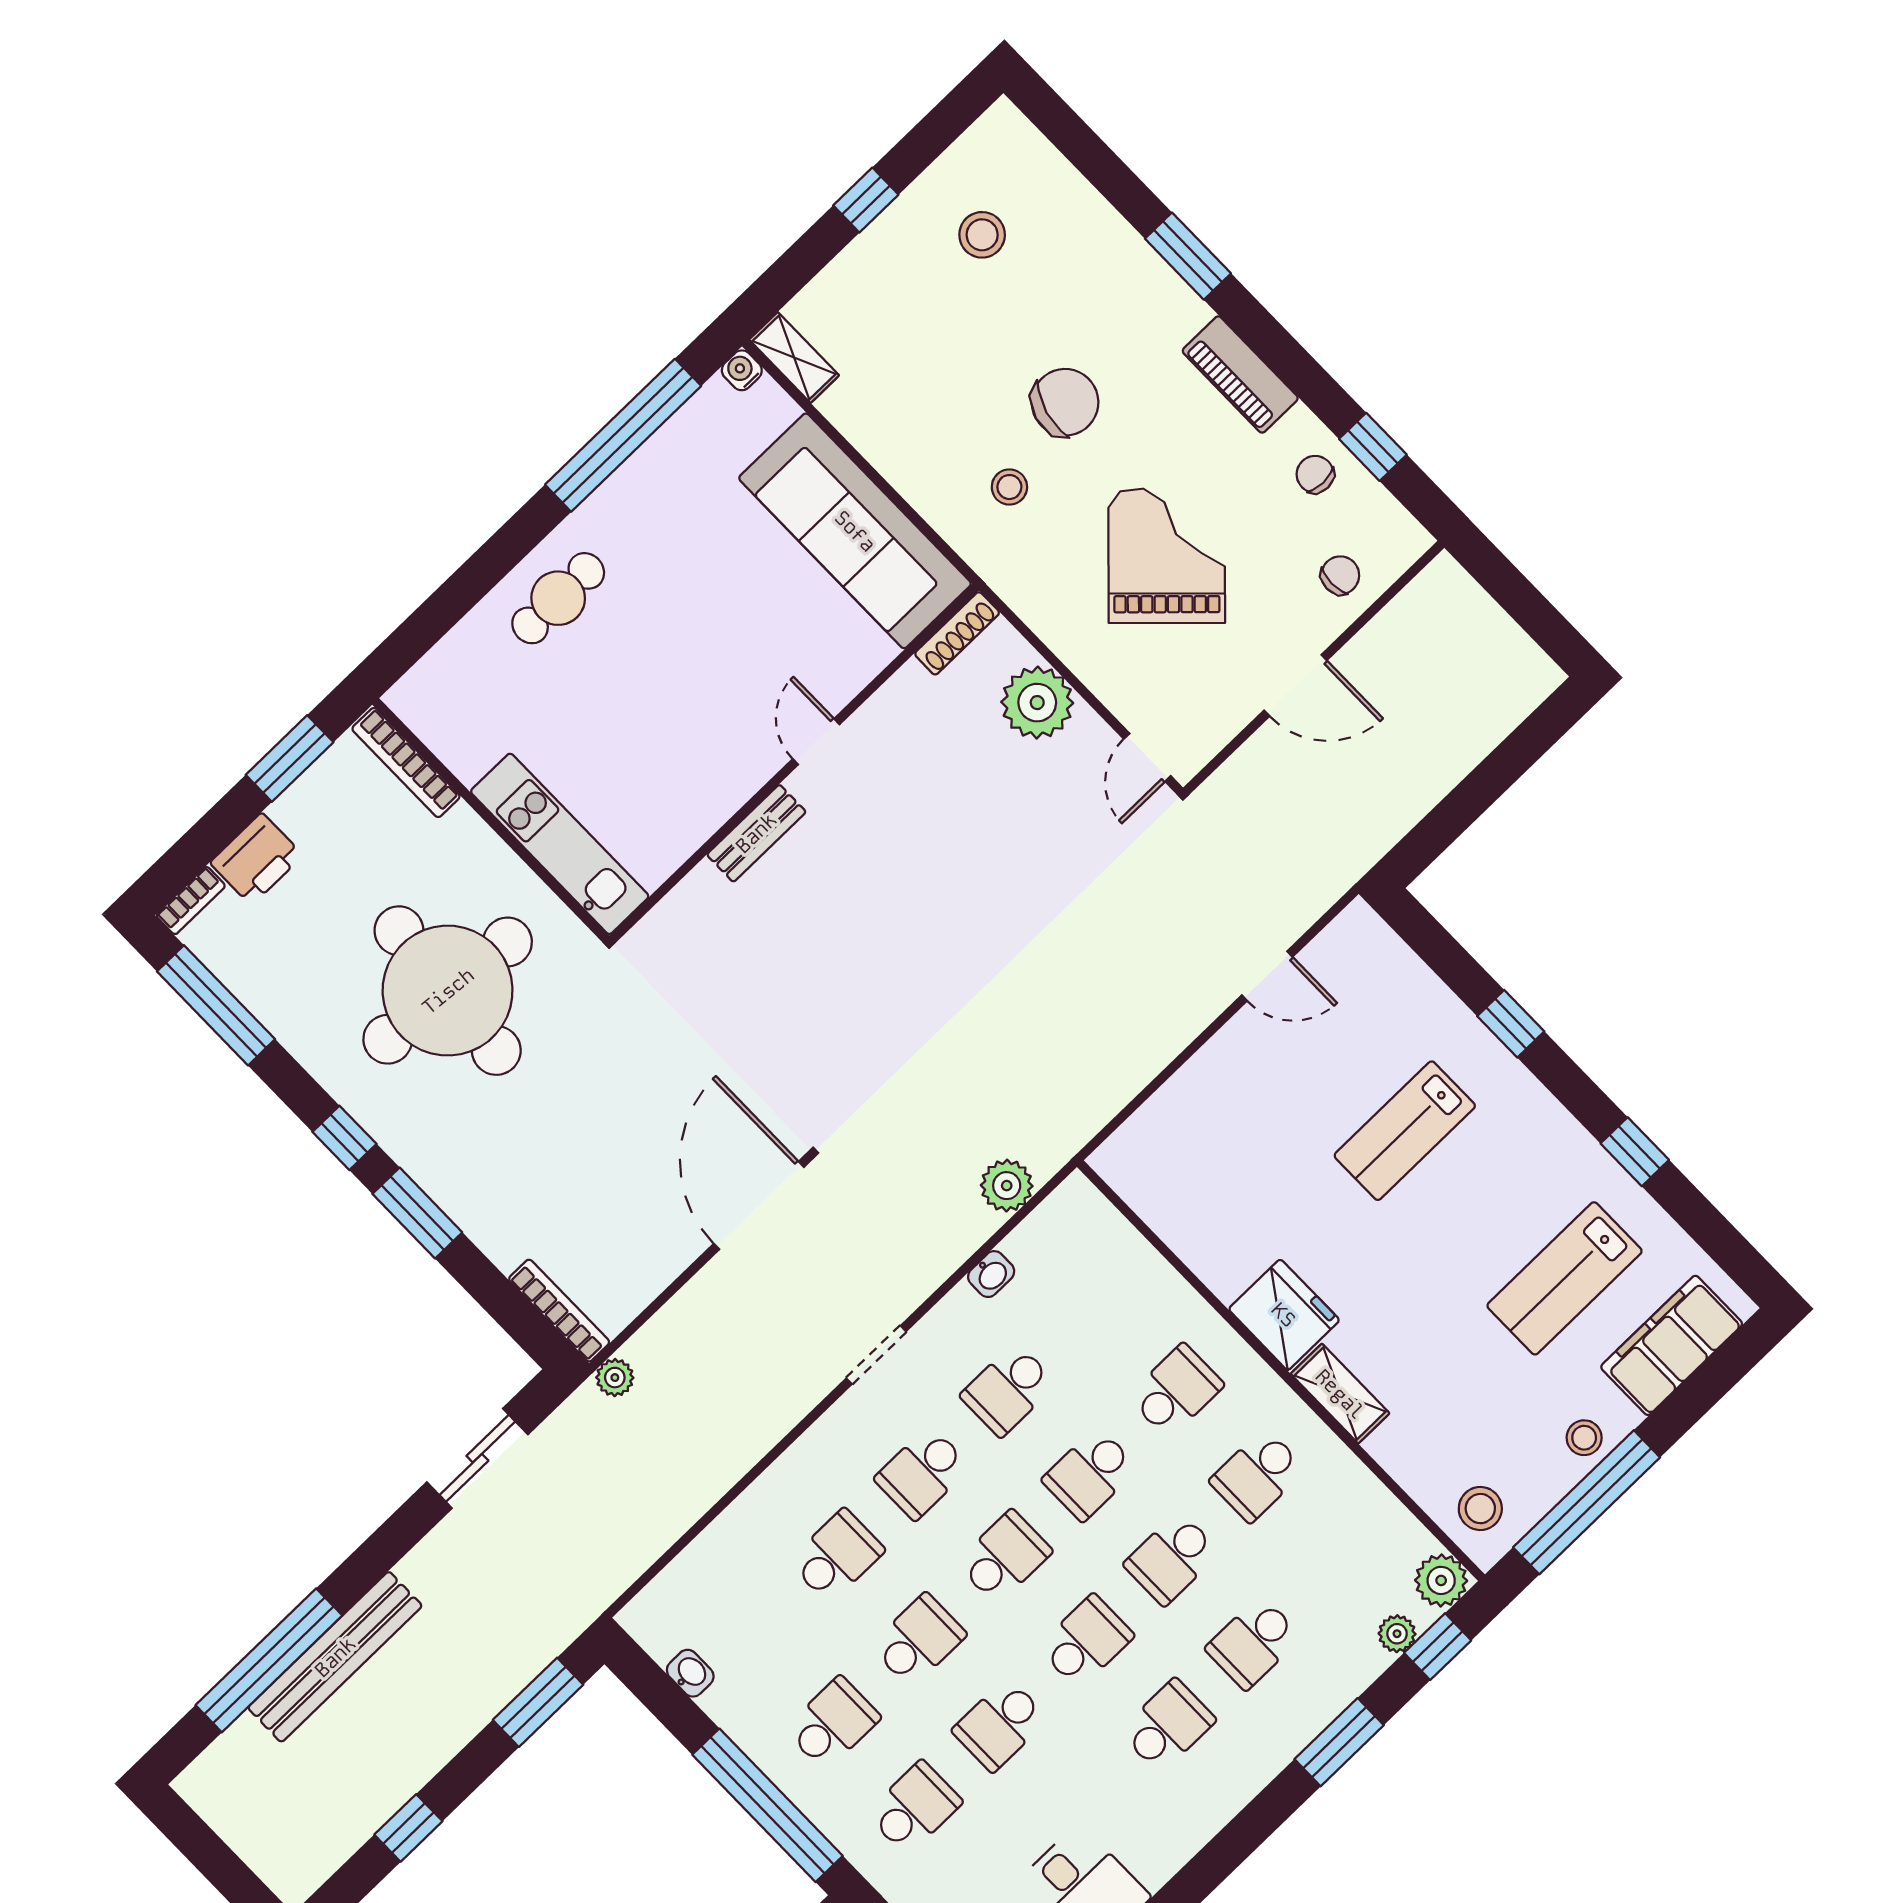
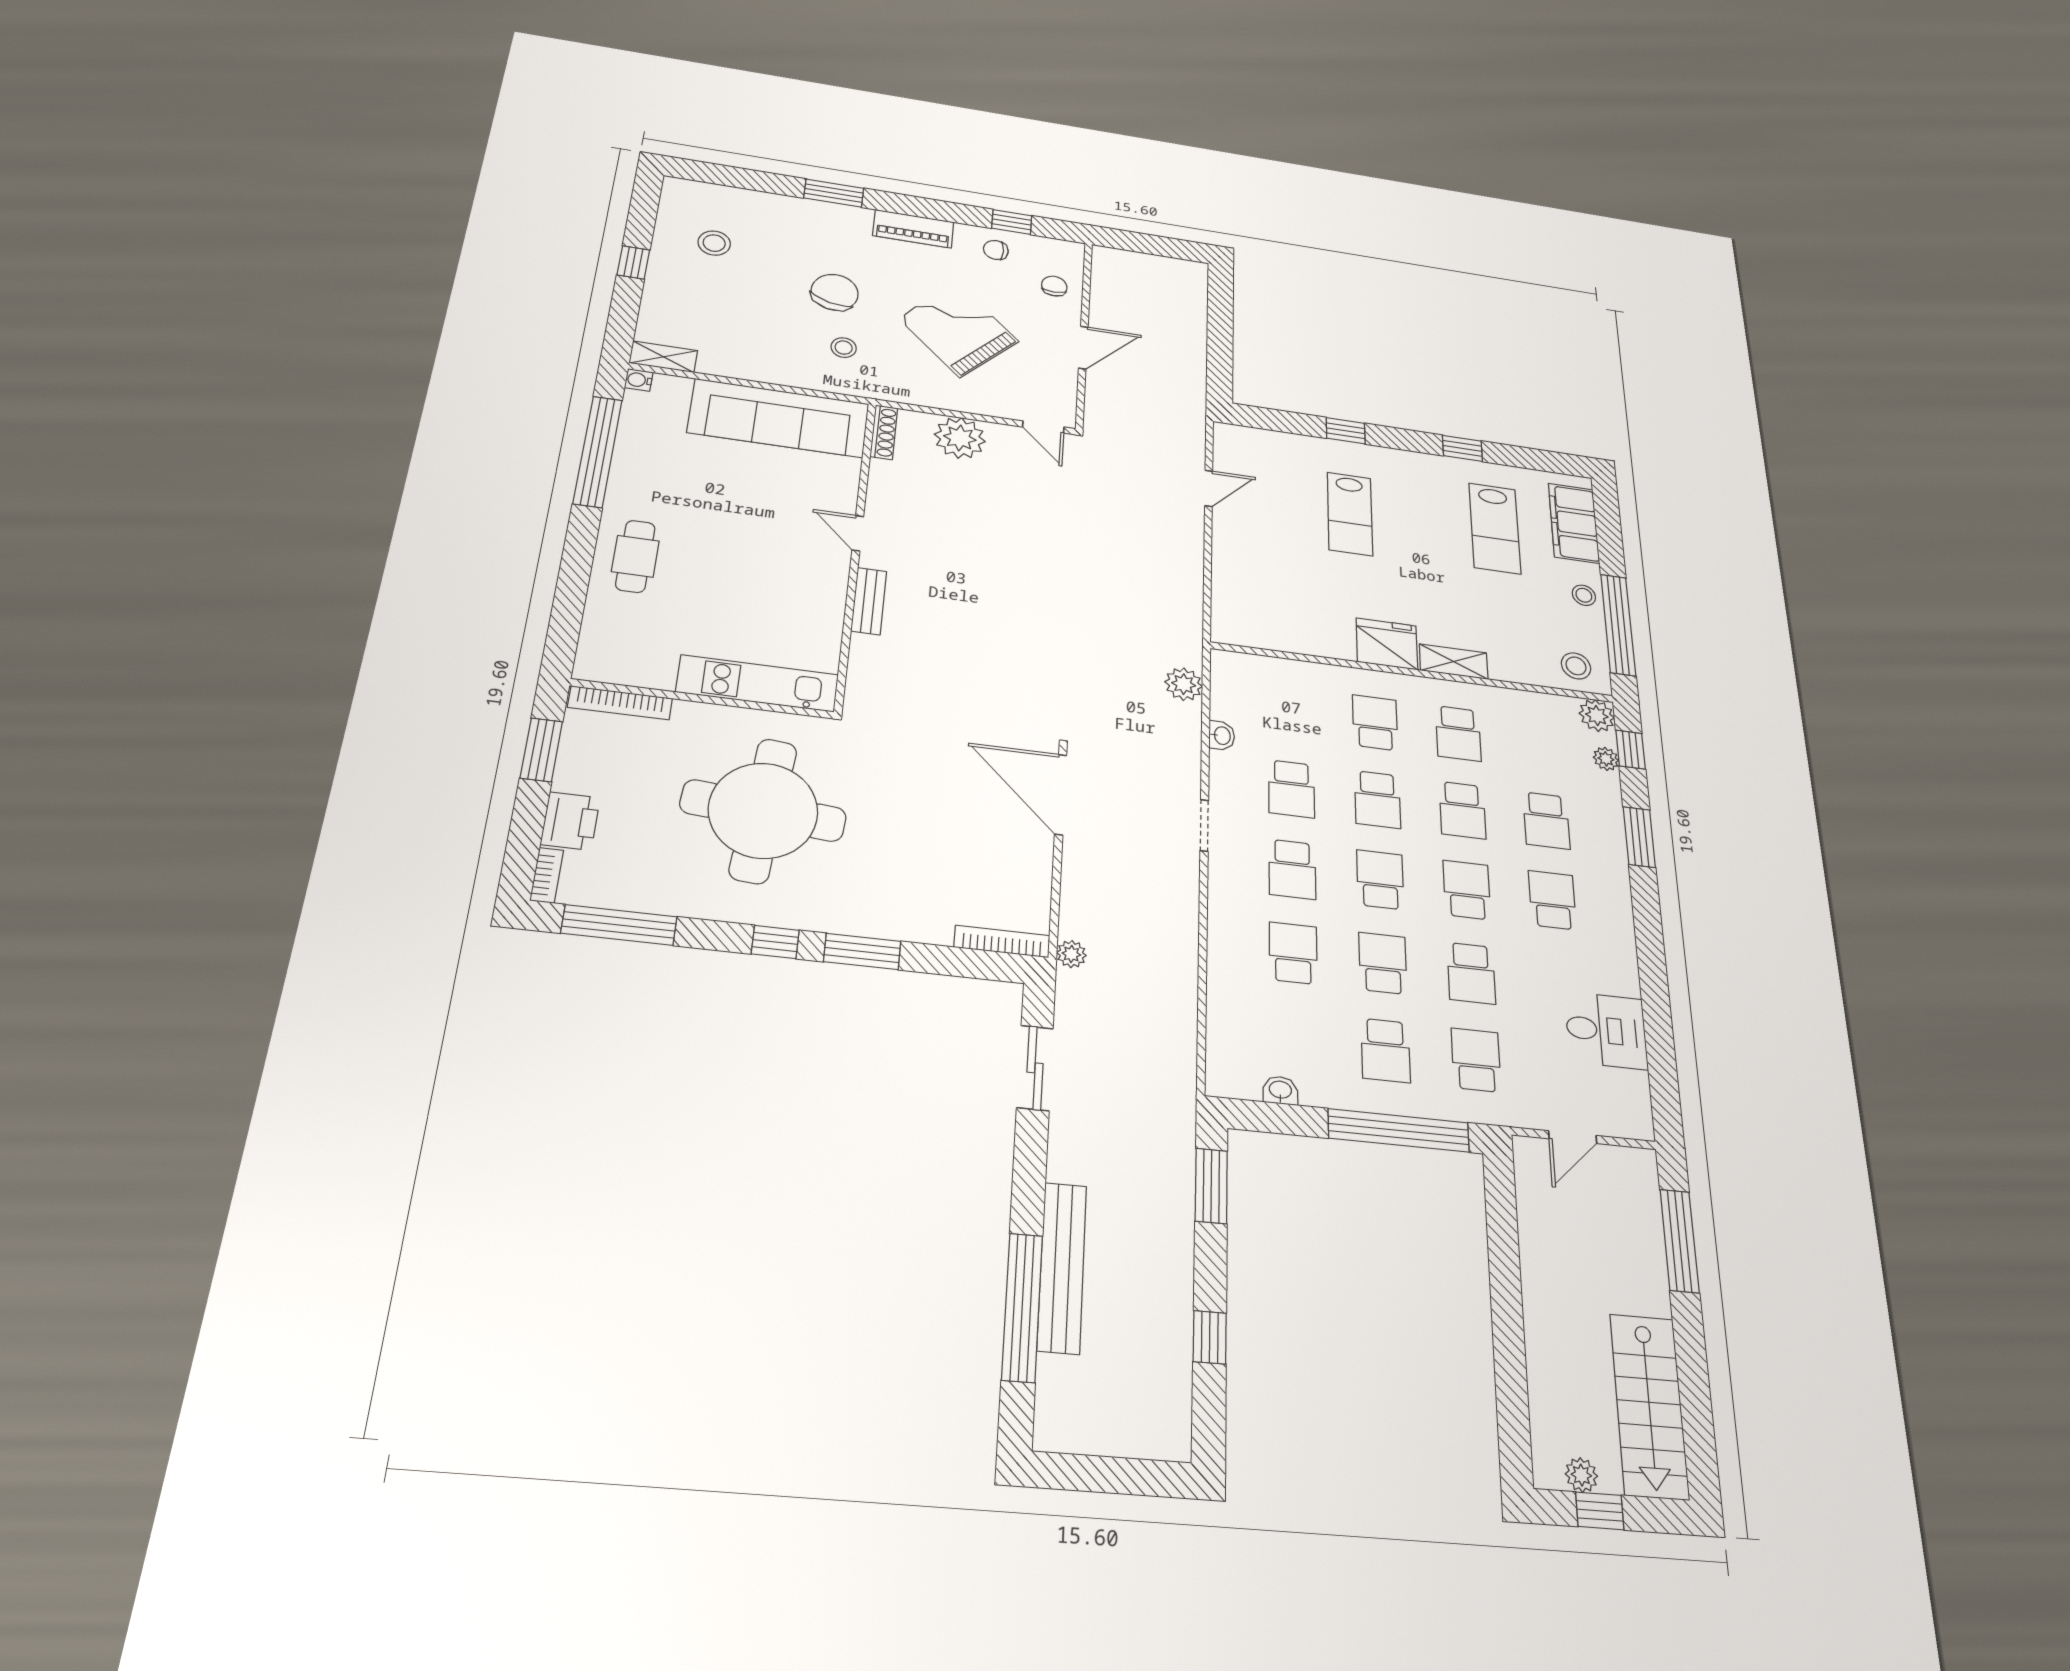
school desk: (833, 1723) -> (1386, 1050), turned 180

